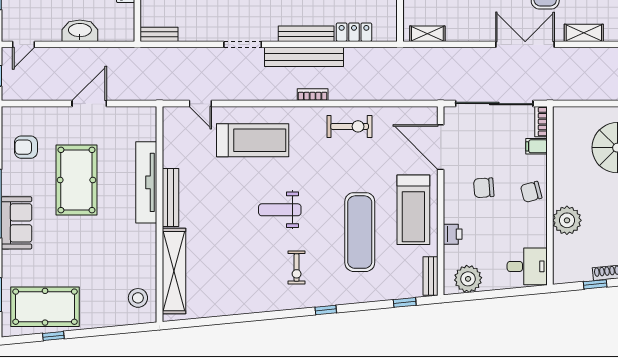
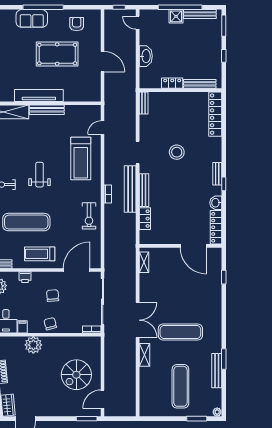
filing cabinet: (537, 146) -> (22, 327), moved
tv unit: (146, 182) -> (39, 95), moved
treadmill: (413, 210) -> (40, 254), width x0.73, depth x0.73

